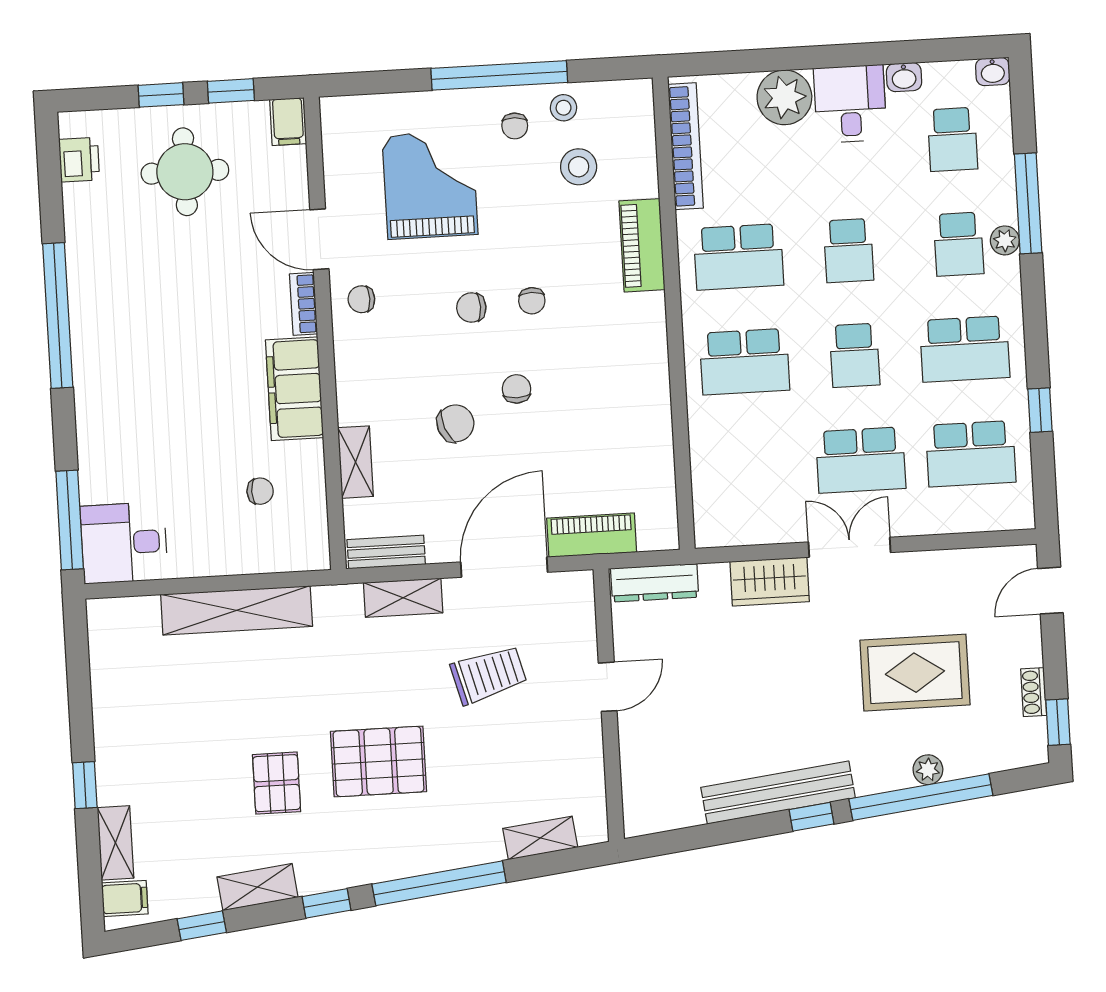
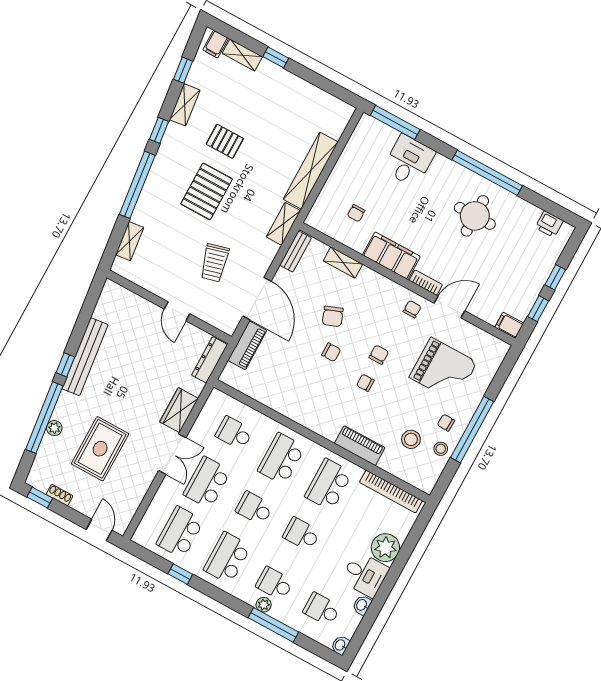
round table: (185, 172) -> (475, 216), moved
school desk: (751, 466) -> (234, 433), added
desk: (124, 543) -> (409, 161), moved
shelving: (403, 598) -> (283, 224), moved

